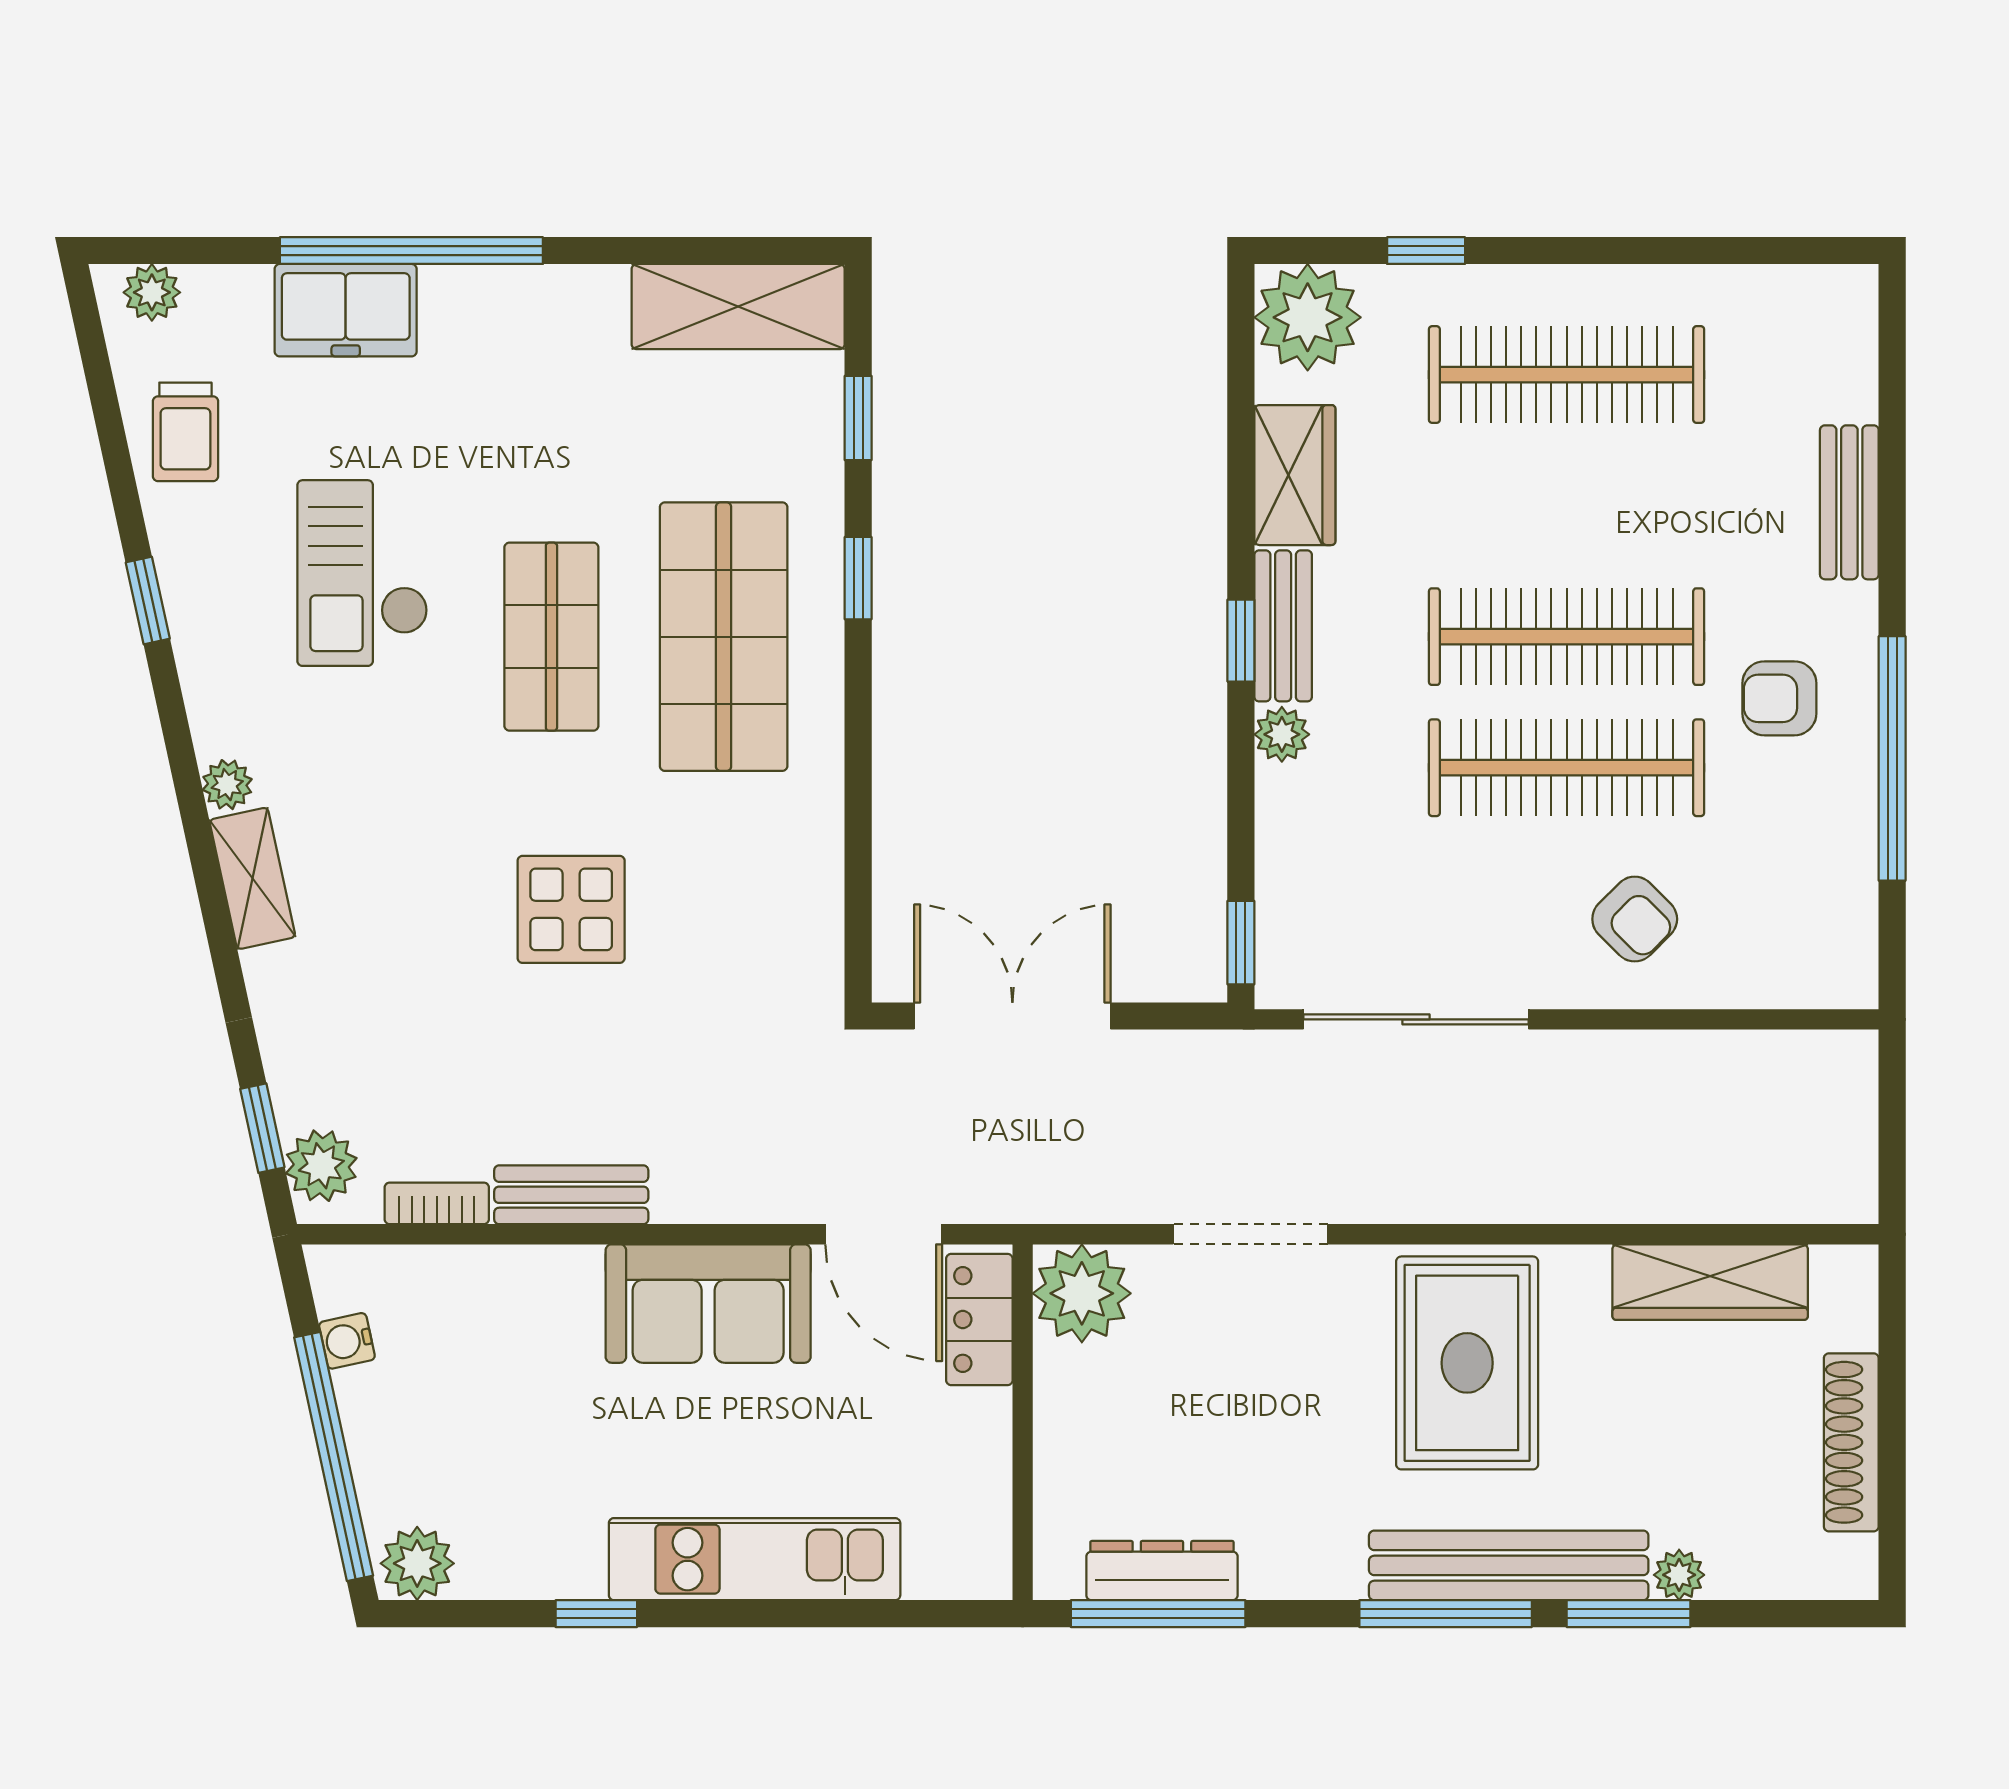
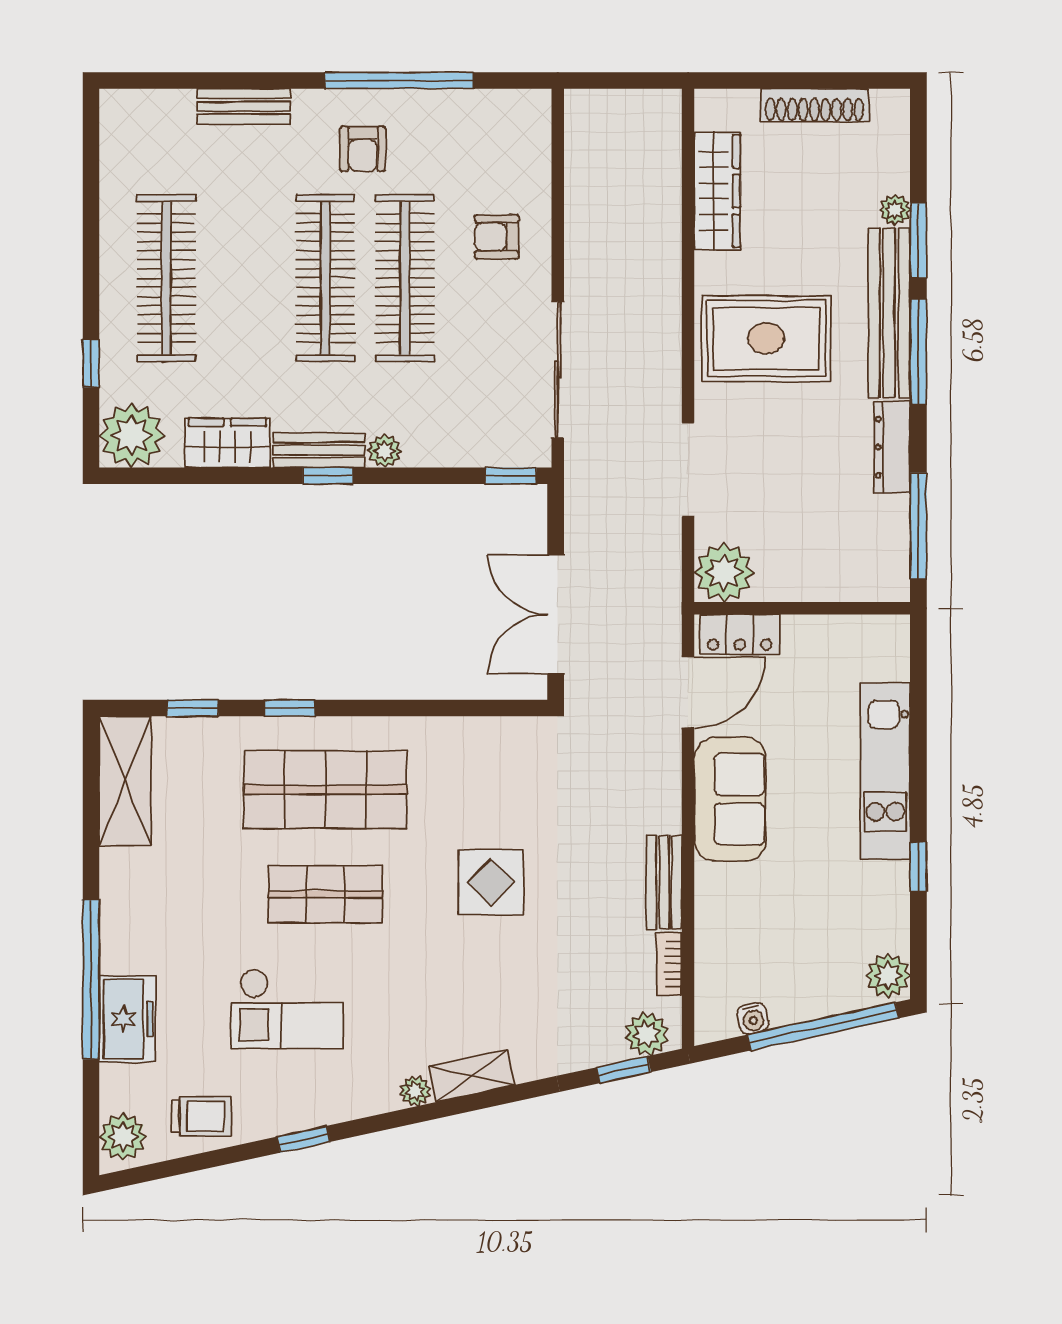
plant: (152, 292) -> (123, 1137), width x1.38, depth x1.38
armchair: (1635, 919) -> (497, 237), turned -135
dresser: (1162, 1571) -> (892, 447), moved

